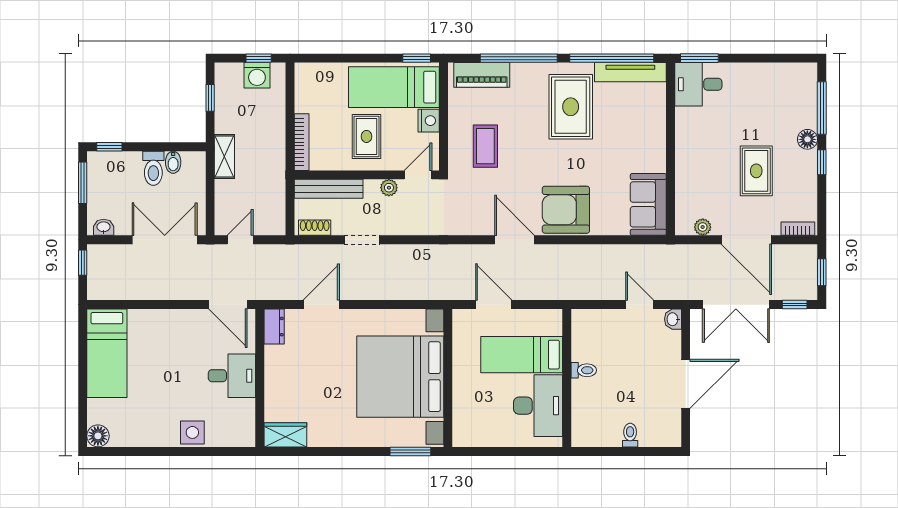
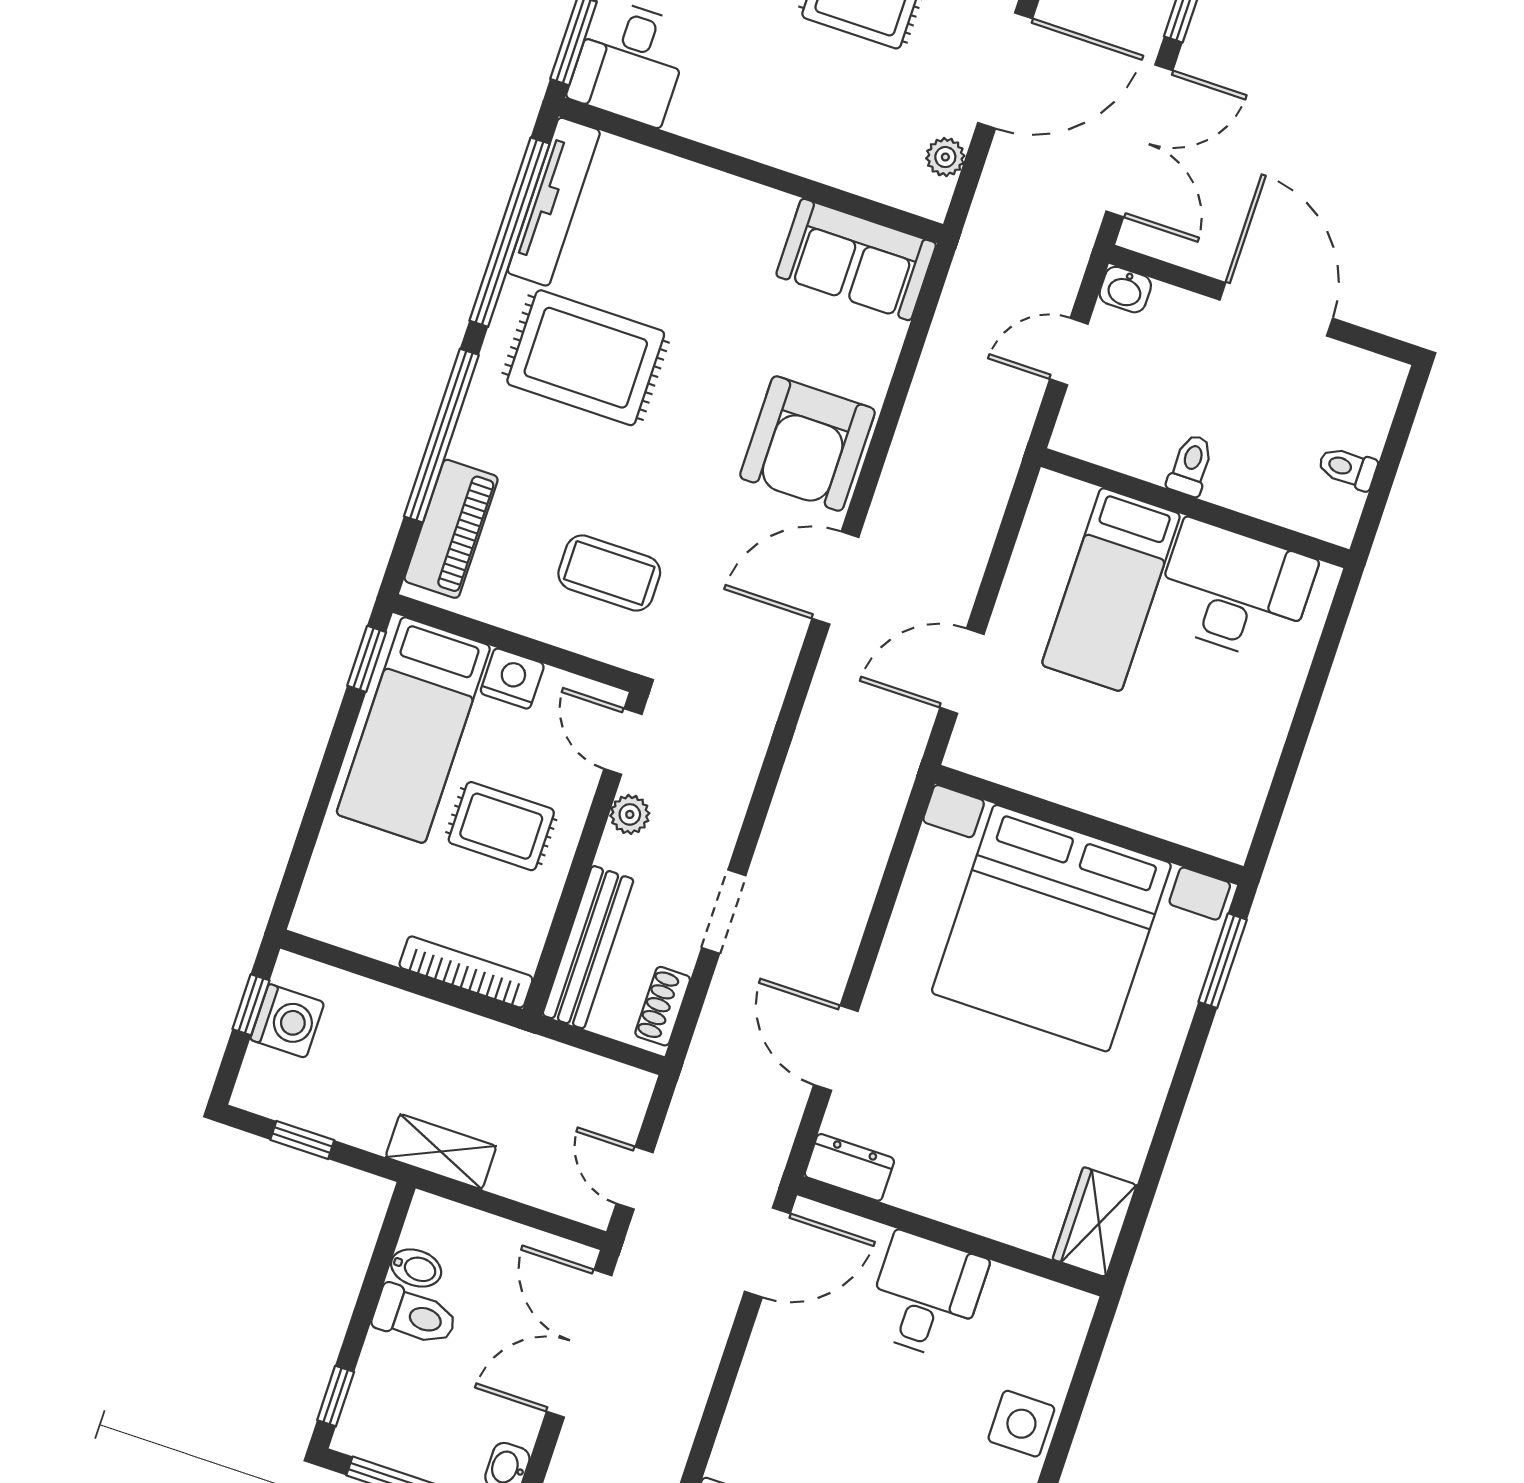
bed: (522, 355) -> (1111, 590), moved
toilet: (584, 370) -> (1191, 465), moved
wall: (567, 378) -> (1195, 508), moved
desk: (538, 406) -> (1235, 591), moved

